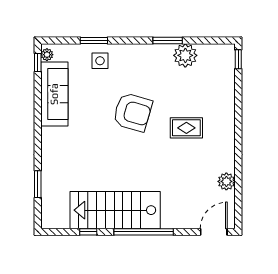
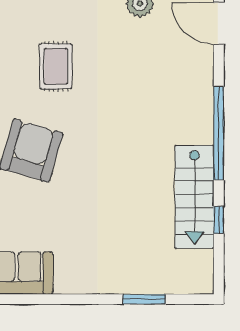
stairs: (115, 210) -> (194, 197), width x0.73, depth x0.66

